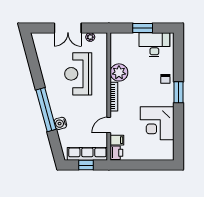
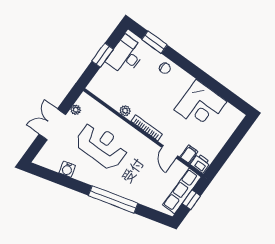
double door: (68, 28) -> (52, 124), swing flipped
plant: (119, 72) -> (125, 111), width x0.53, depth x0.53
reception desk: (78, 74) -> (102, 146), turned 180
window: (179, 92) -> (154, 42), moved
water cooler: (60, 123) -> (67, 169), moved

